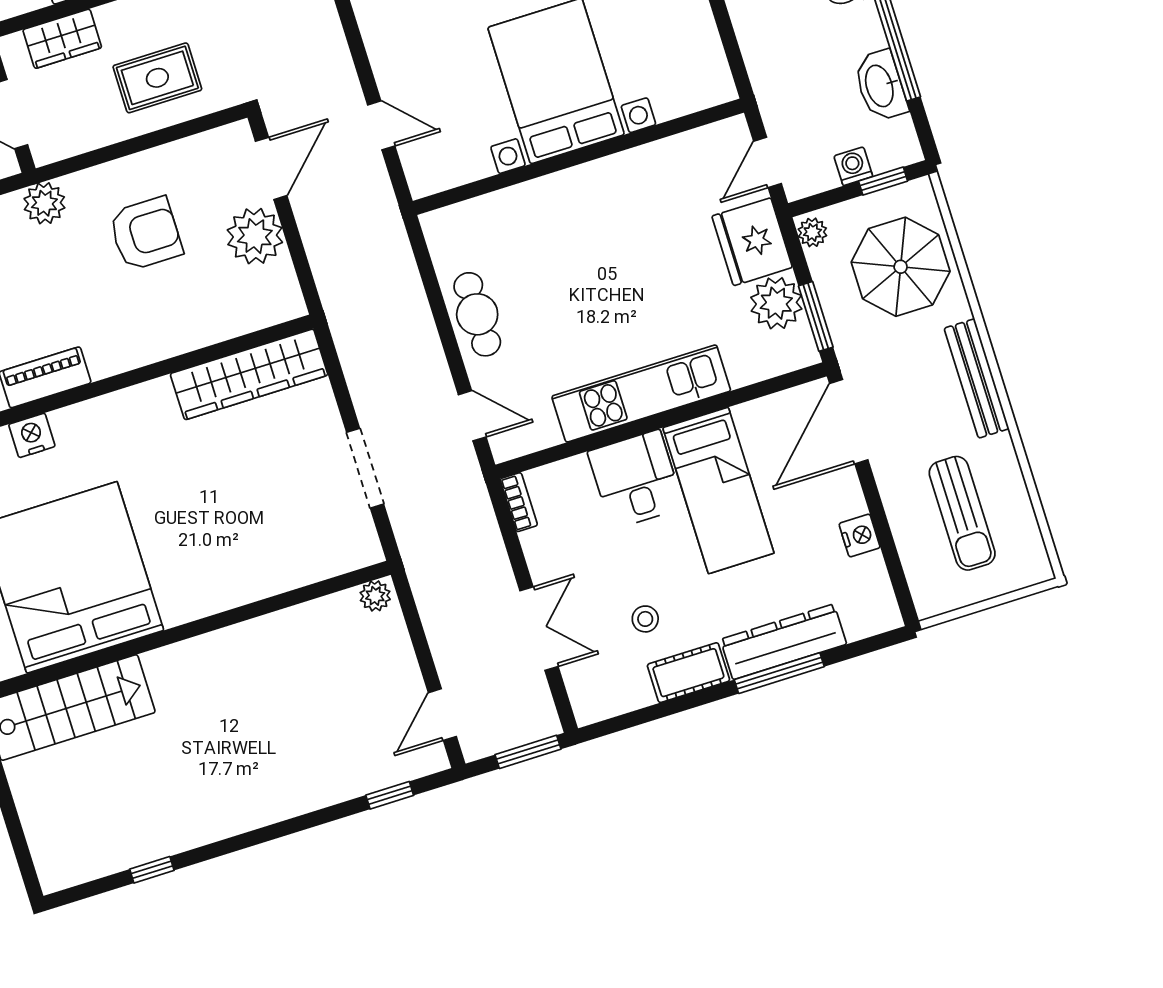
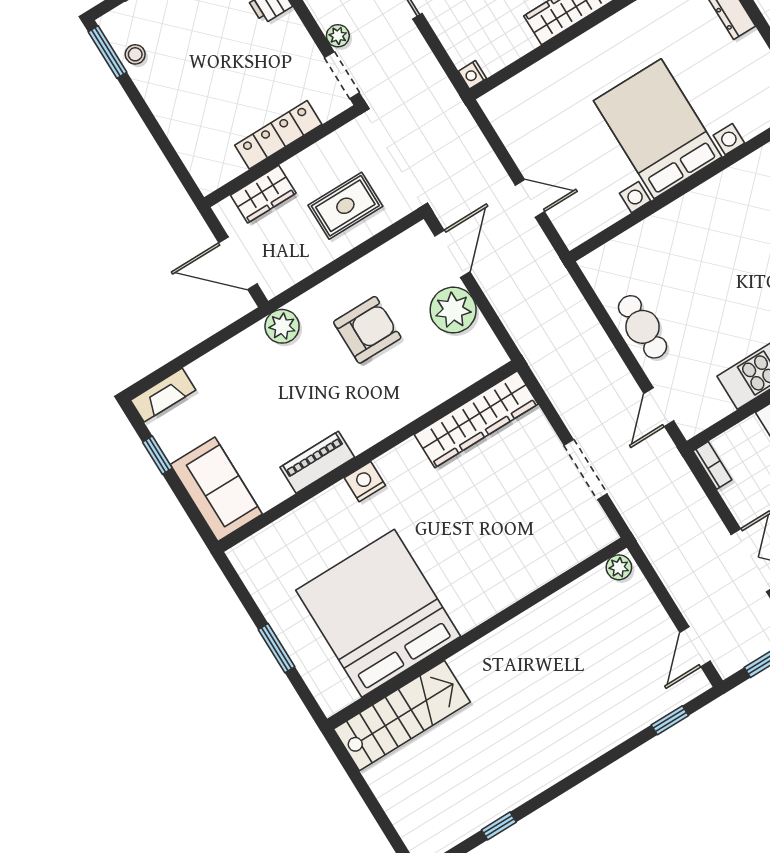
door: (472, 416) -> (659, 407), swing flipped
nightstand: (32, 435) -> (365, 482), moved

